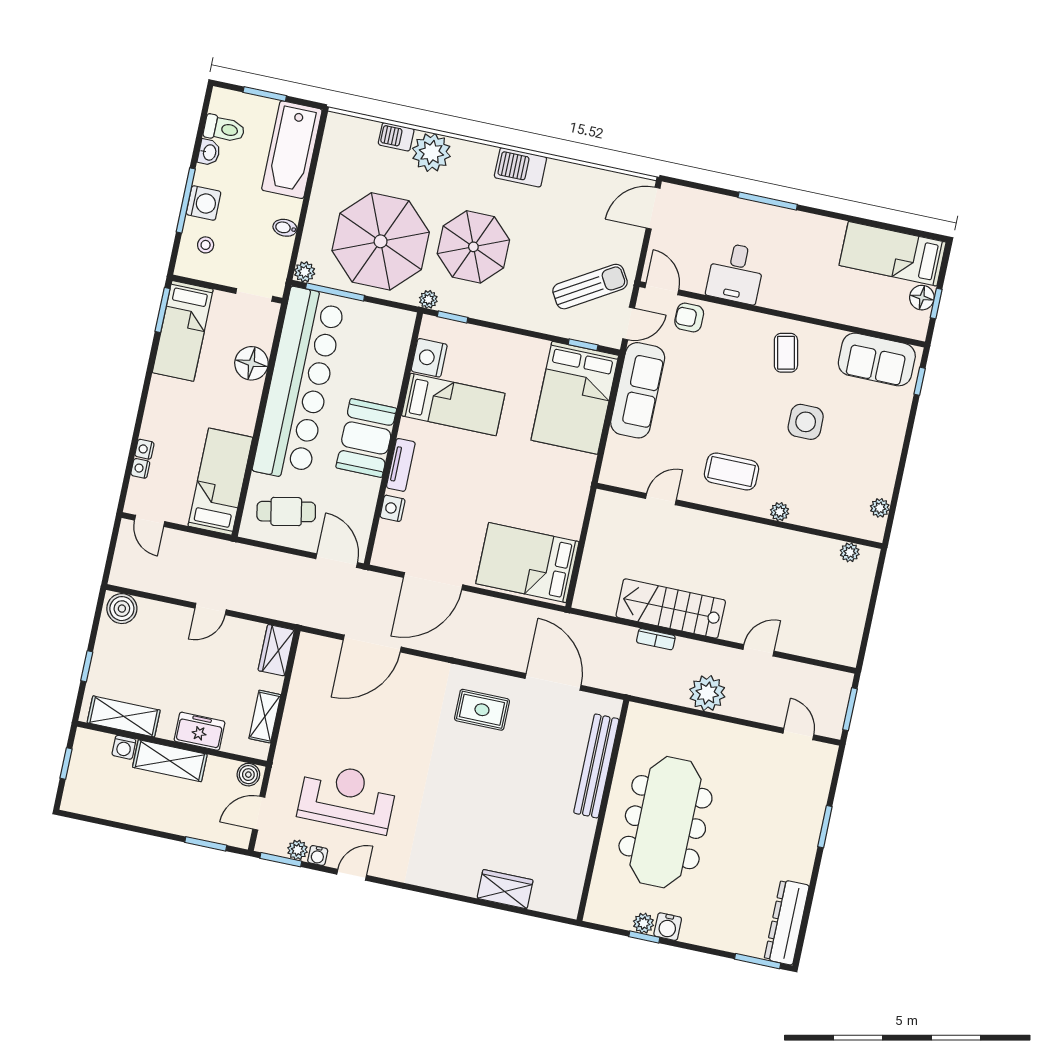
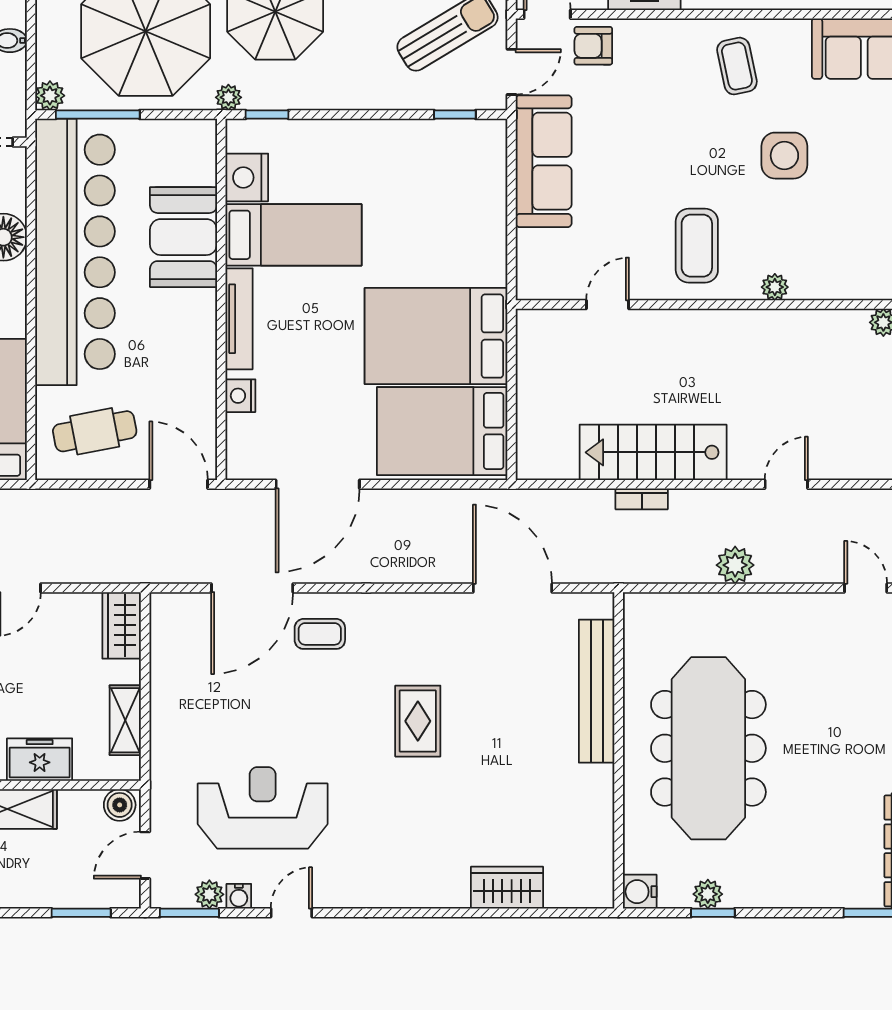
bed: (575, 398) -> (436, 336), moved, turned 90
booth: (366, 438) -> (183, 237), moved
tv unit: (401, 465) -> (239, 319), width x1.41
coffee table: (732, 471) -> (697, 246), turned 90
coffee table: (413, 685) -> (320, 634), added
plant: (707, 693) -> (735, 565), width x0.73, depth x0.73
rug: (482, 710) -> (418, 721), moved, turned 90
water cooler: (668, 927) -> (640, 892), moved, turned 90

